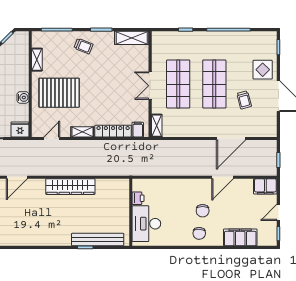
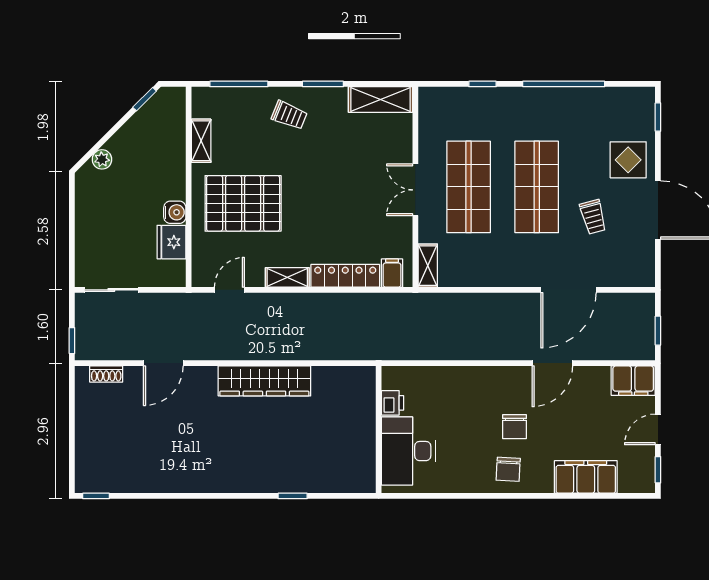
fridge: (20, 129) -> (172, 242), moved, turned -90
bench: (98, 240) -> (316, 481), removed

